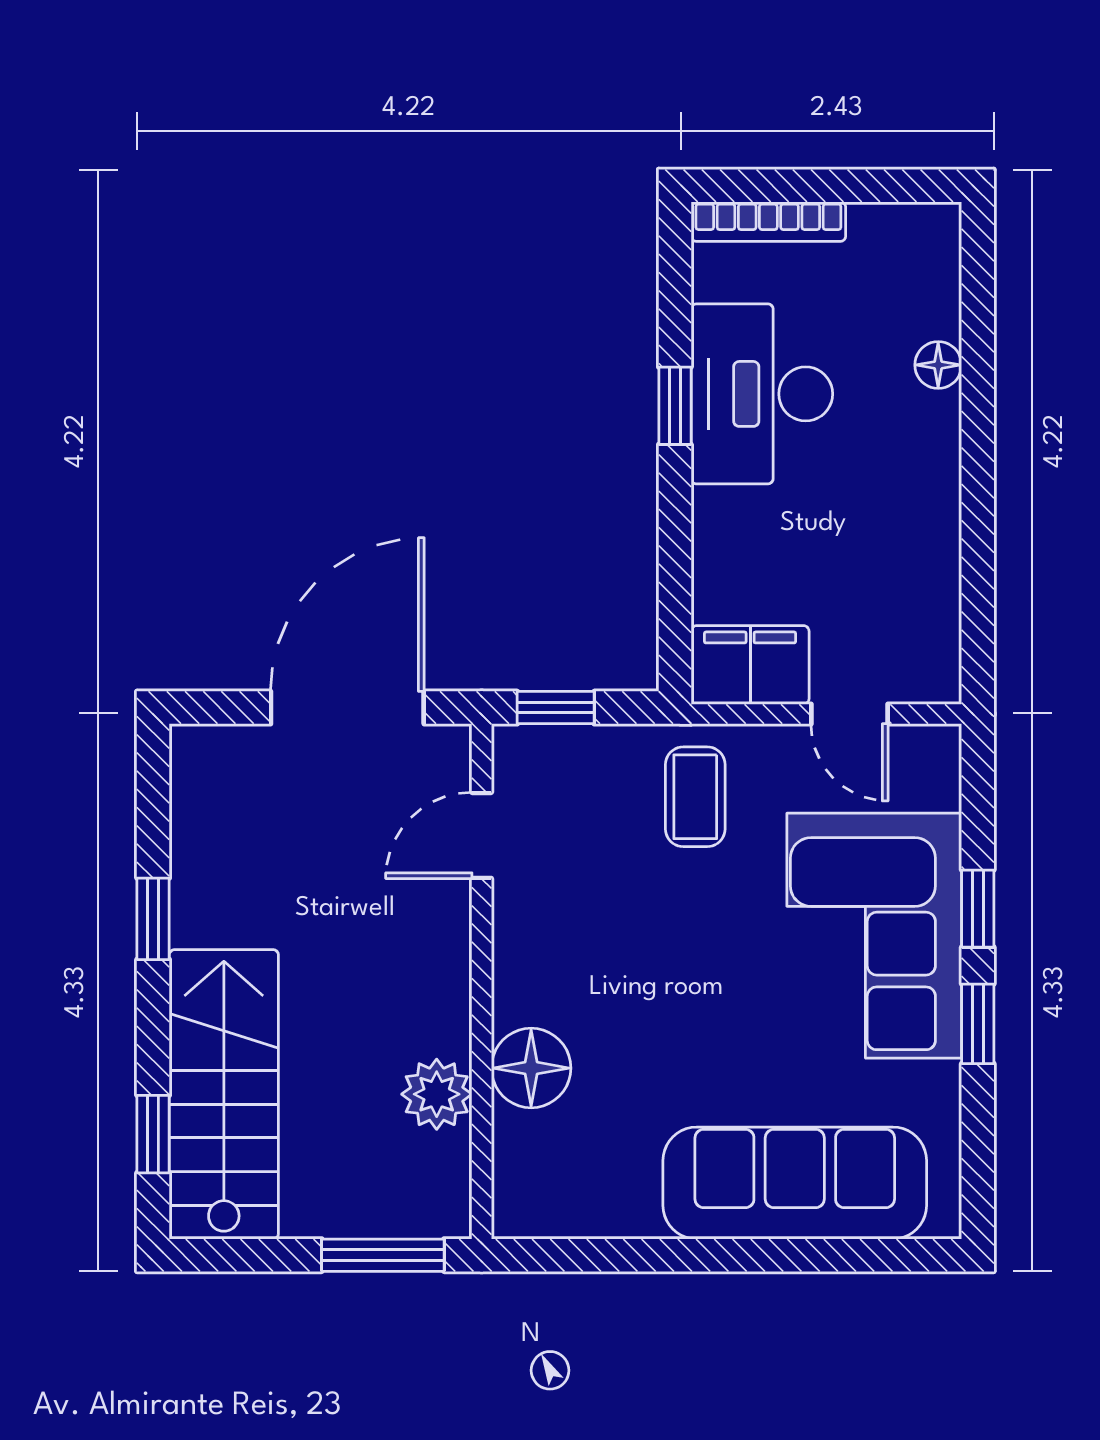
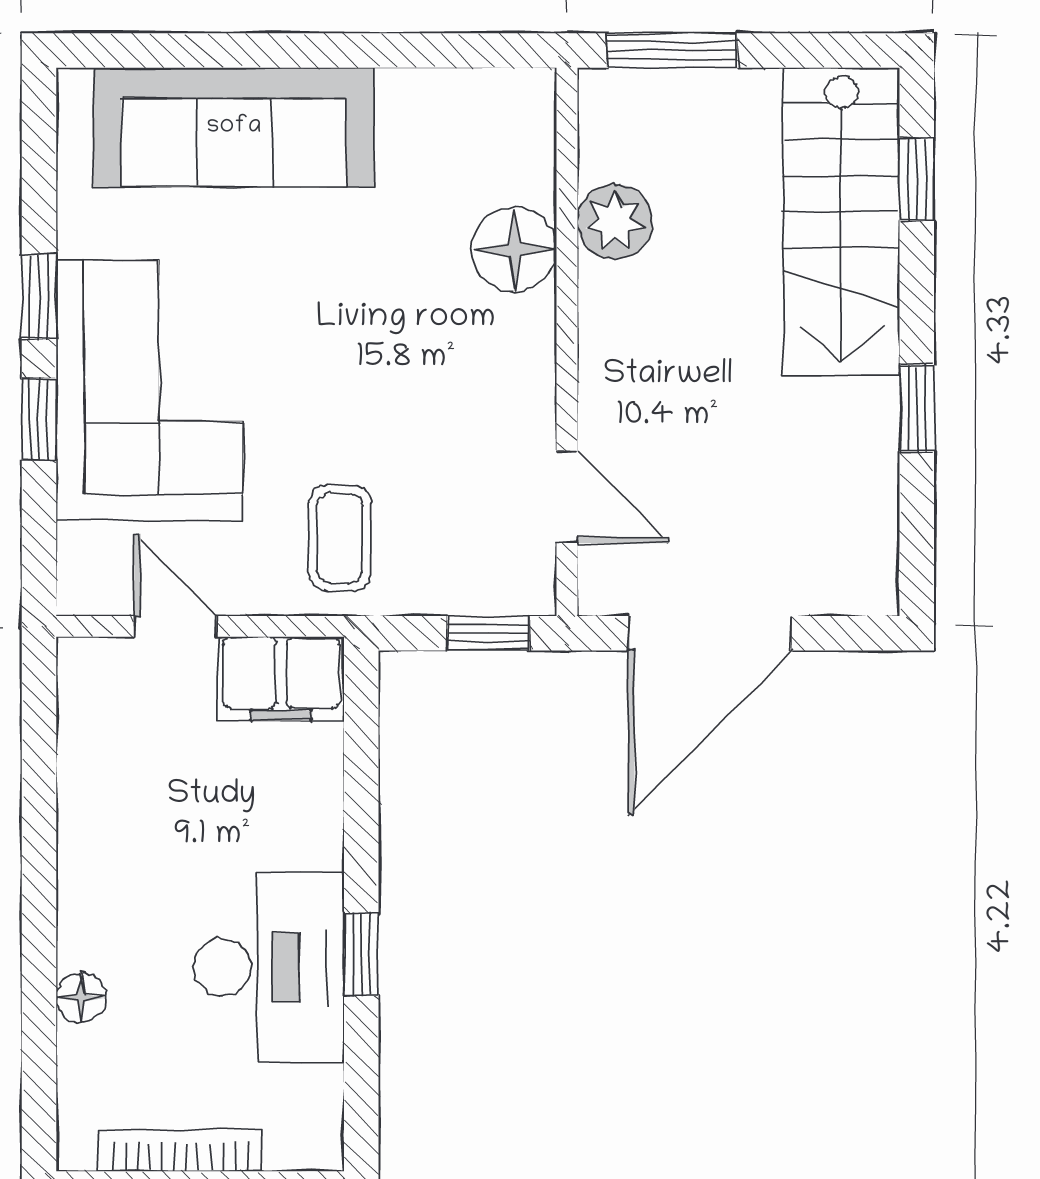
bookcase: (768, 222) -> (180, 1150), moved
door: (482, 835) -> (567, 497), hinge flipped

